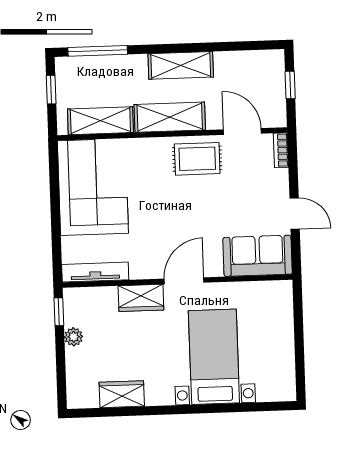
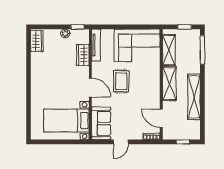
shelving: (181, 65) -> (194, 97), width x1.47
door: (242, 131) -> (161, 118), swing flipped
rug: (197, 159) -> (121, 81), moved
wardrobe: (141, 298) -> (83, 55), moved
bed with nightstands: (214, 357) -> (66, 121), moved, turned 180
wardrobe: (122, 394) -> (37, 41), moved

